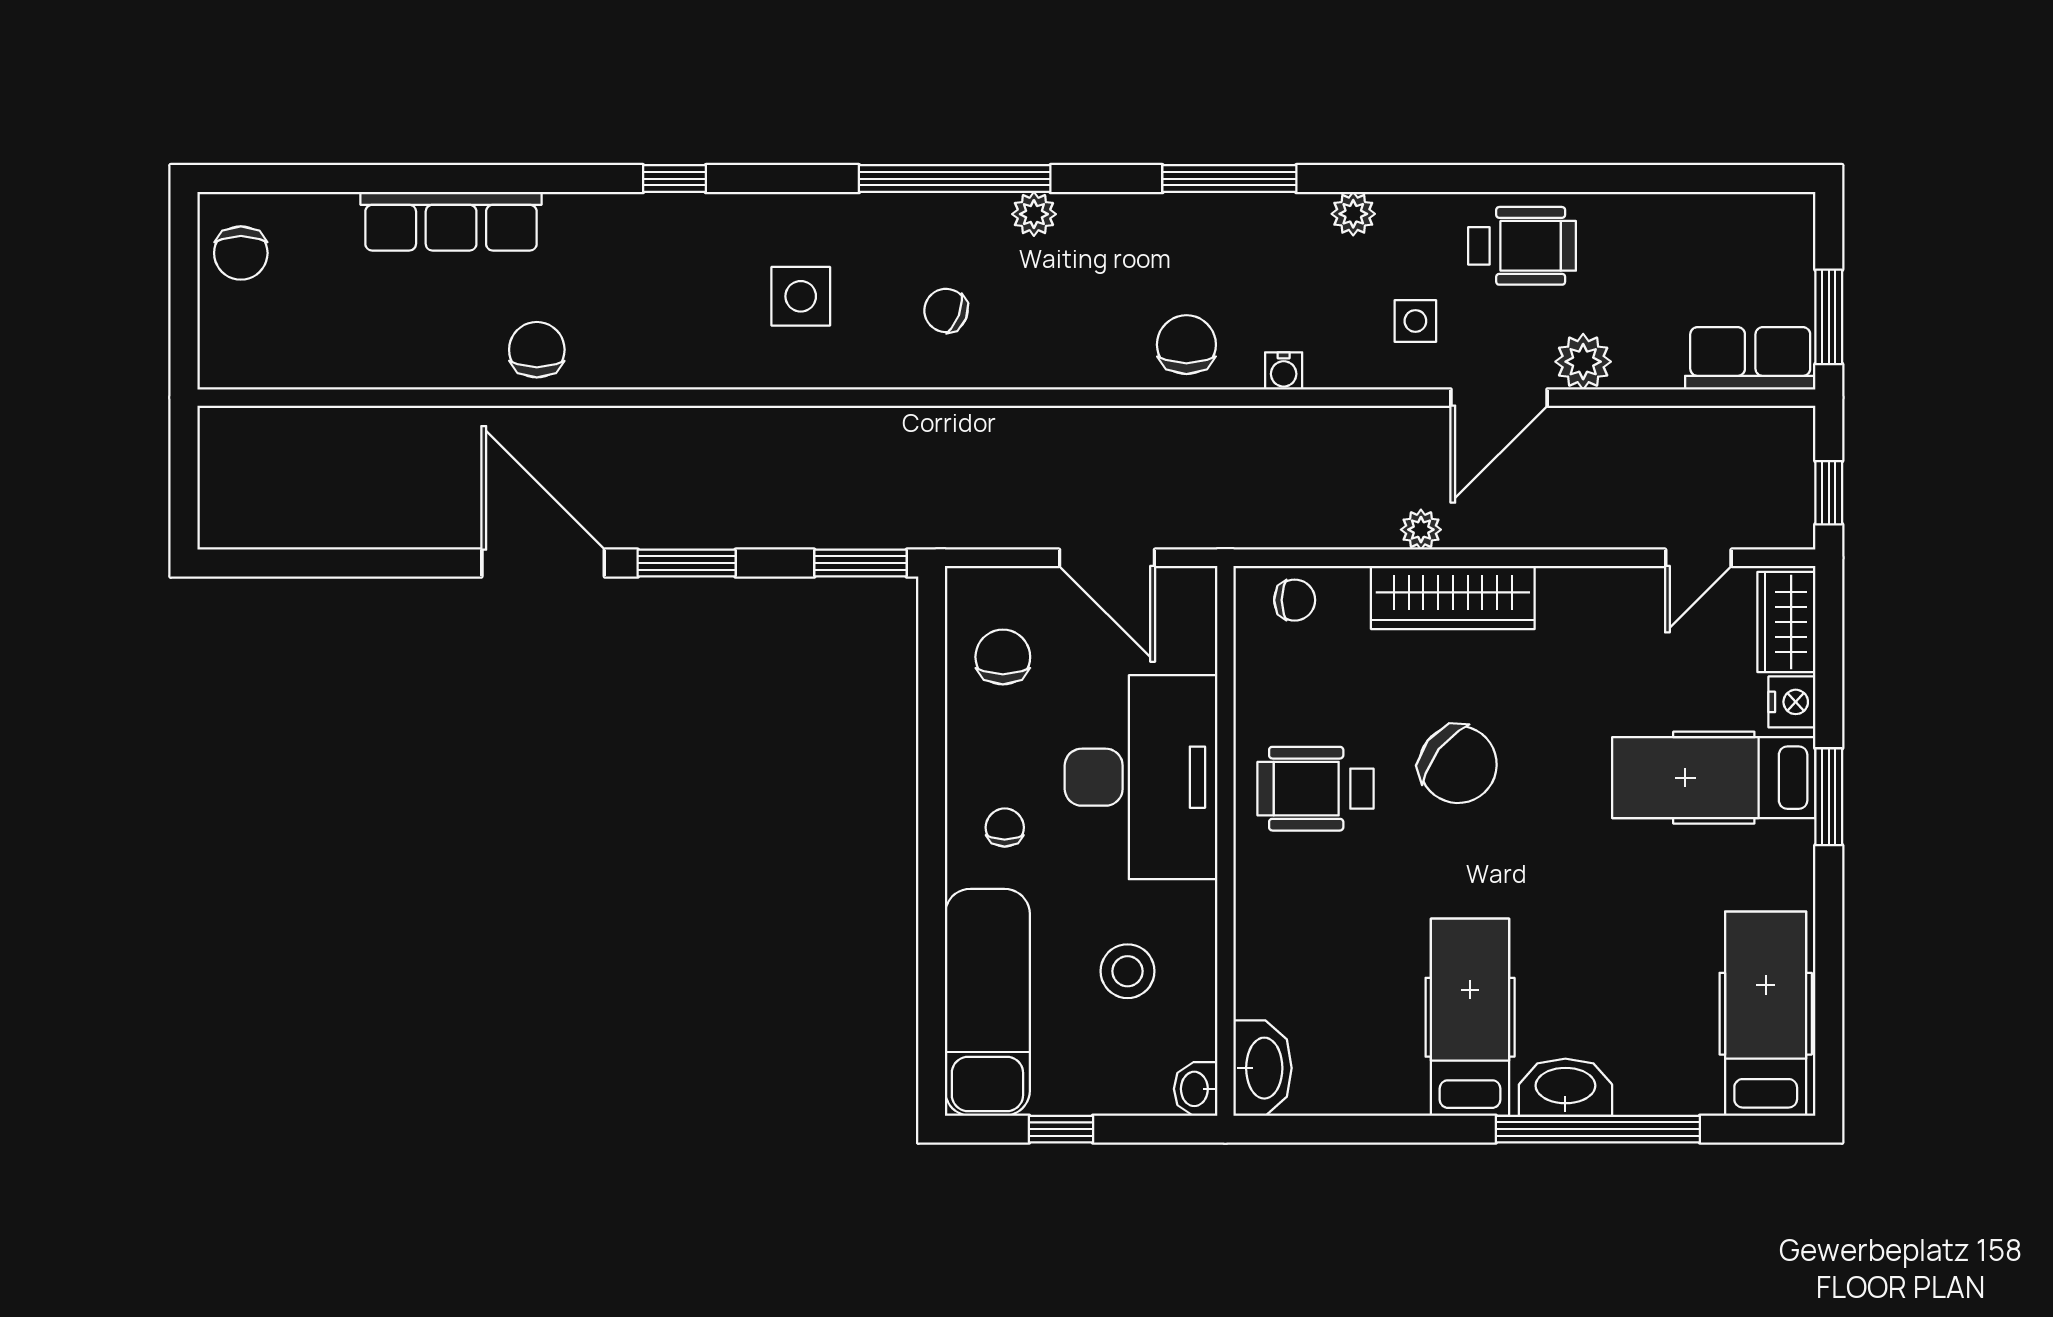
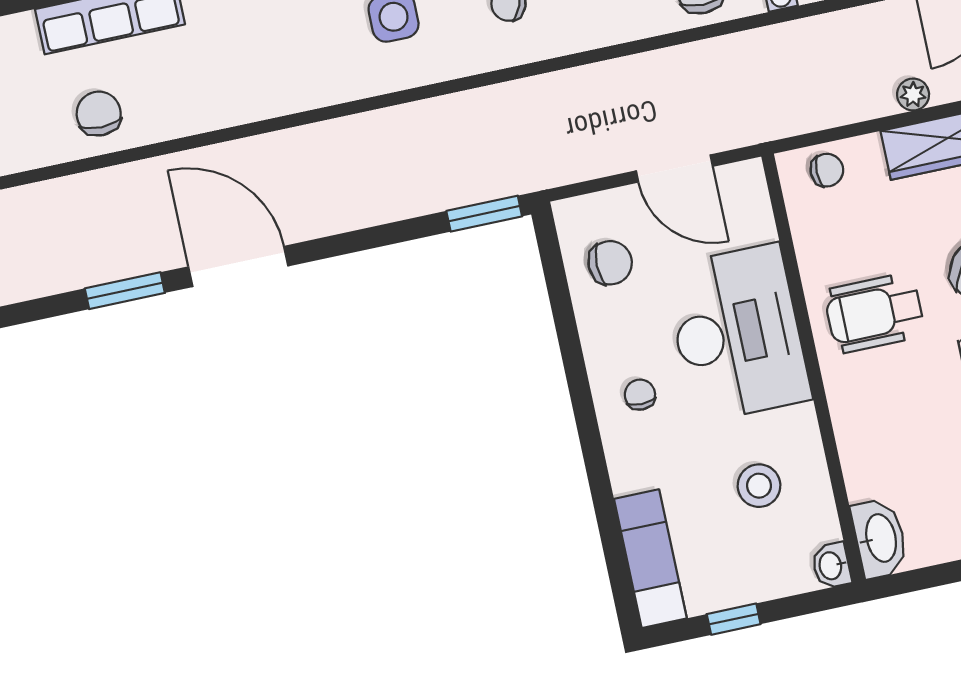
chair: (537, 350) -> (99, 114), moved
window: (687, 563) -> (125, 291), moved
chair: (1003, 657) -> (610, 263), turned 90
exam couch: (987, 1002) -> (650, 559), width x0.73, depth x0.69

